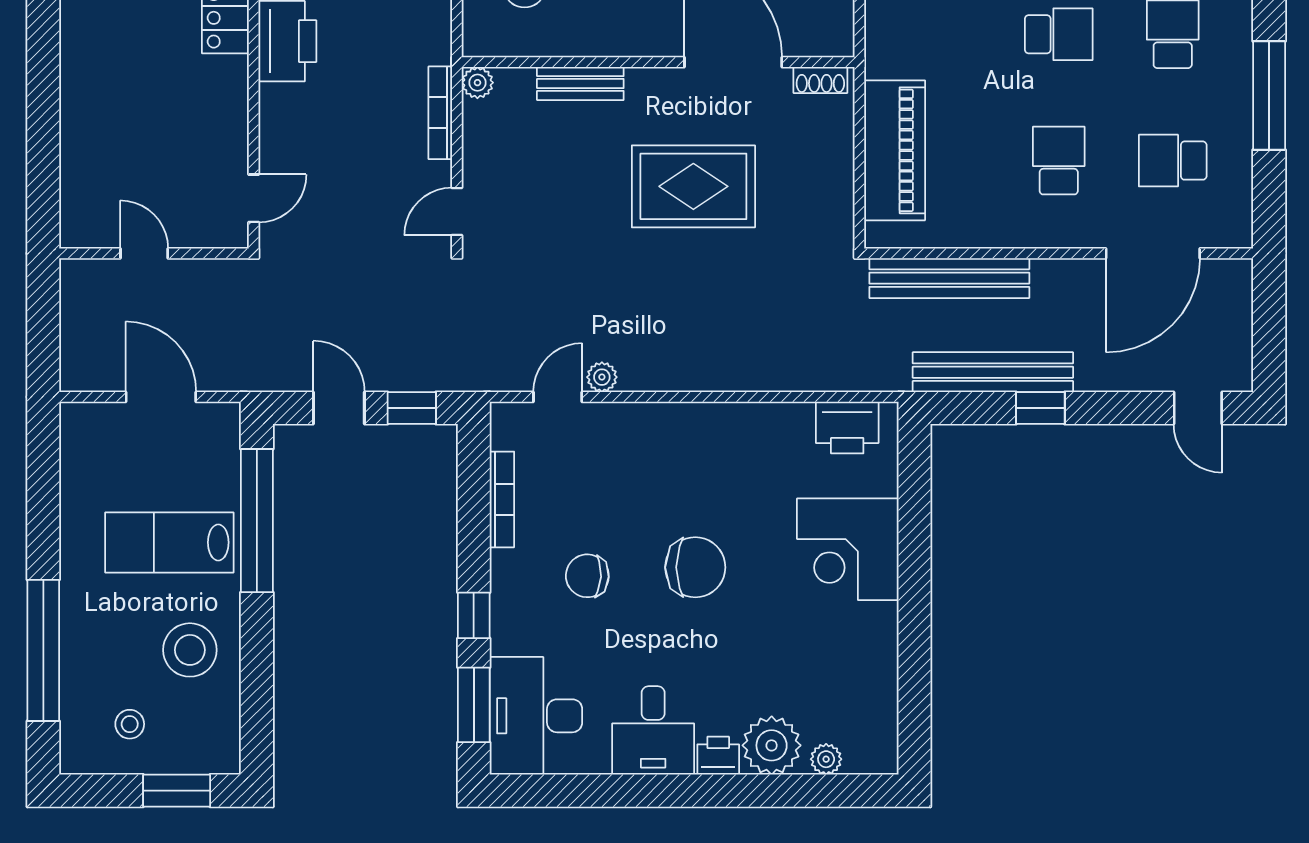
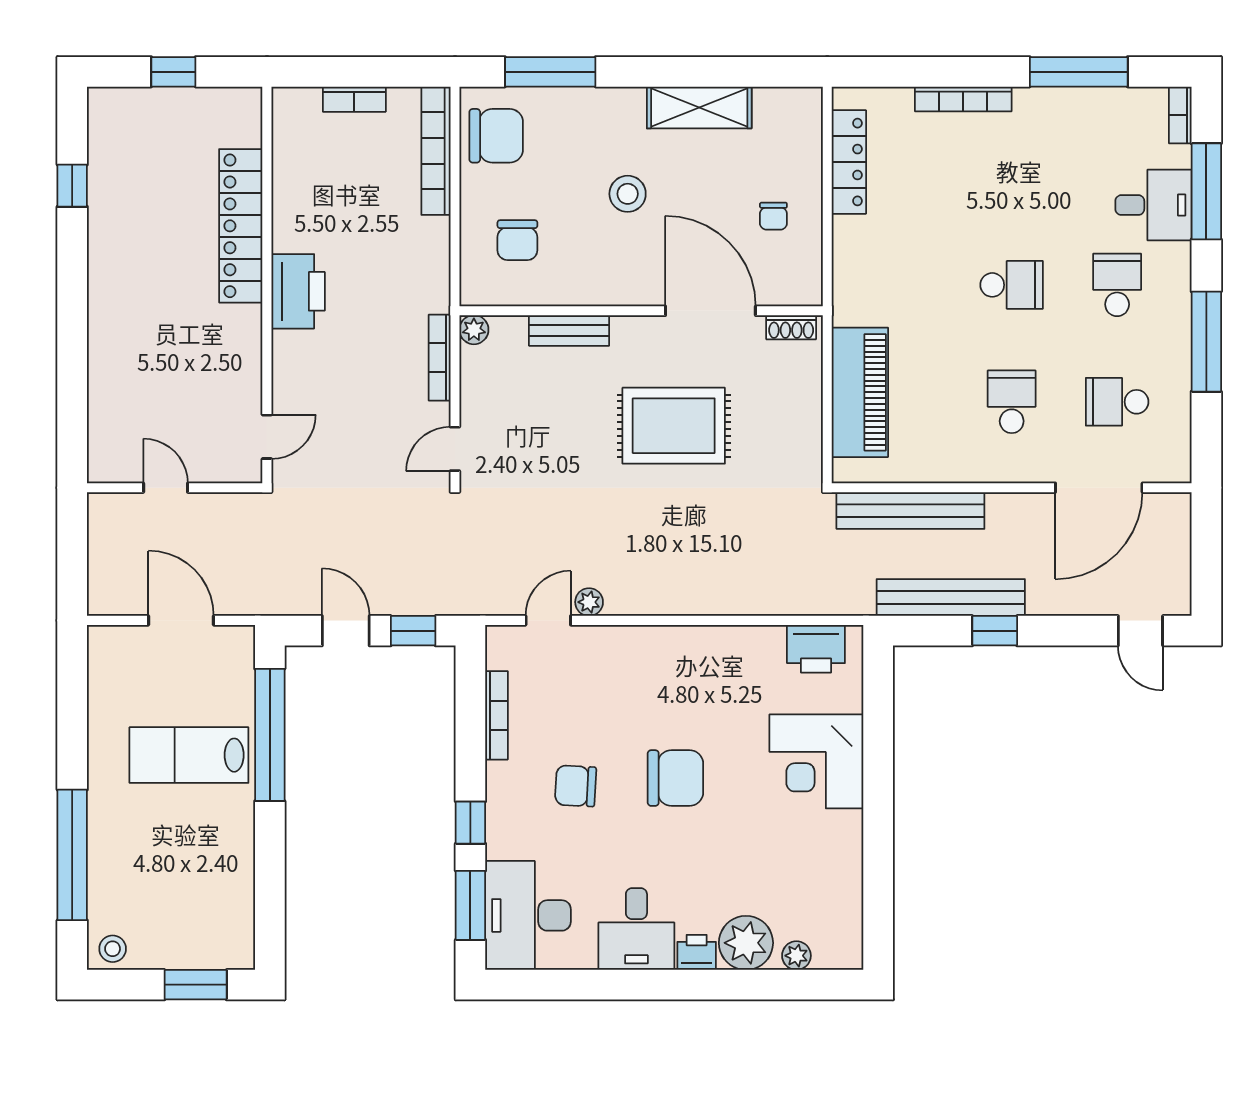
stool: (190, 650) -> (208, 855), removed
stool: (130, 724) -> (113, 949), moved

